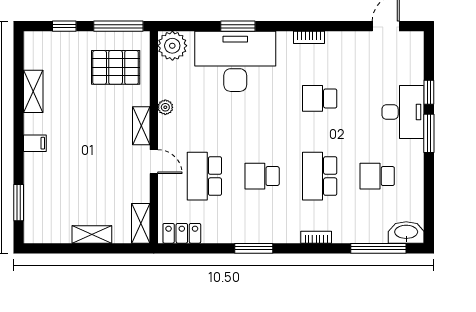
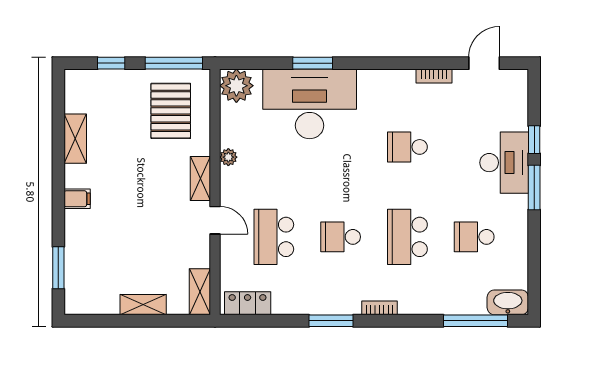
bookcase: (309, 37) -> (434, 76), moved
pallet: (116, 67) -> (171, 111), turned 90
bookcase: (316, 237) -> (379, 308), moved

